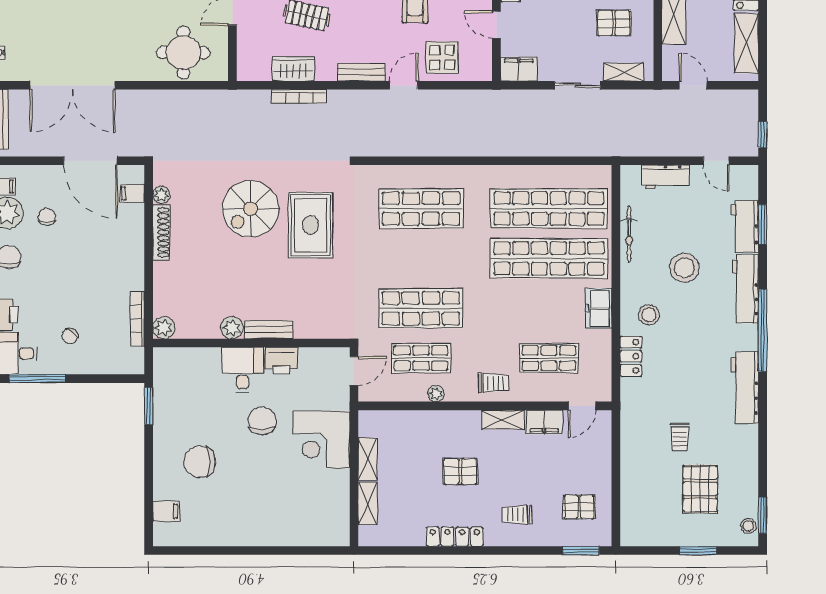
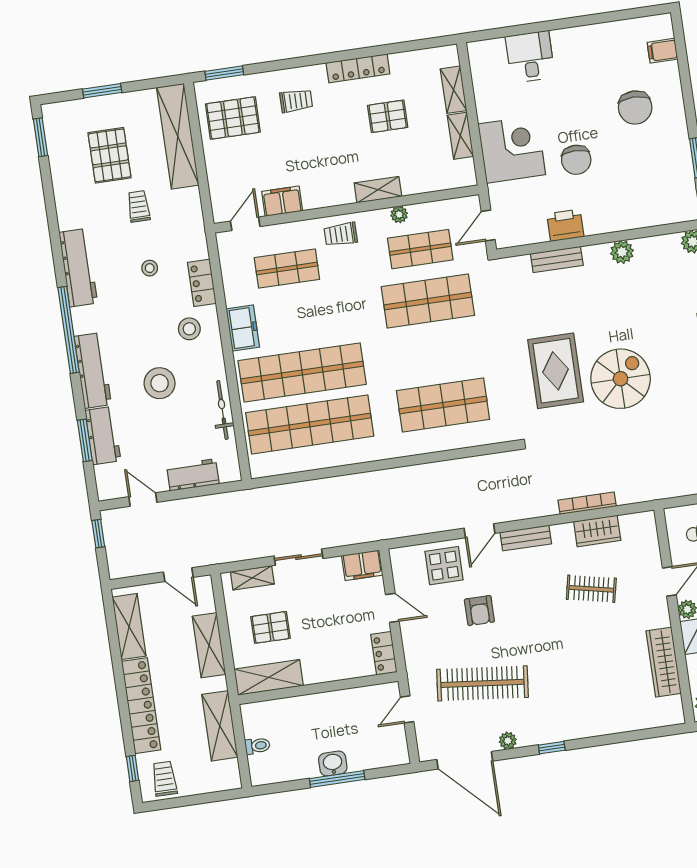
bench: (269, 330) -> (557, 259), moved
desk: (243, 370) -> (530, 57), moved, turned 180
shelving: (503, 420) -> (378, 190), moved
chair: (200, 462) -> (635, 108), turned 90
pallet: (460, 471) -> (388, 116), moved
shelving: (633, 497) -> (178, 136), added
pallet: (579, 507) -> (233, 118), width x1.50, depth x1.42
stool: (748, 526) -> (150, 268), moved

